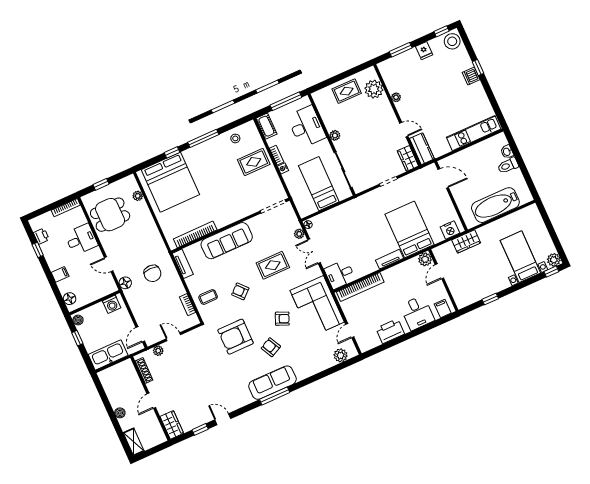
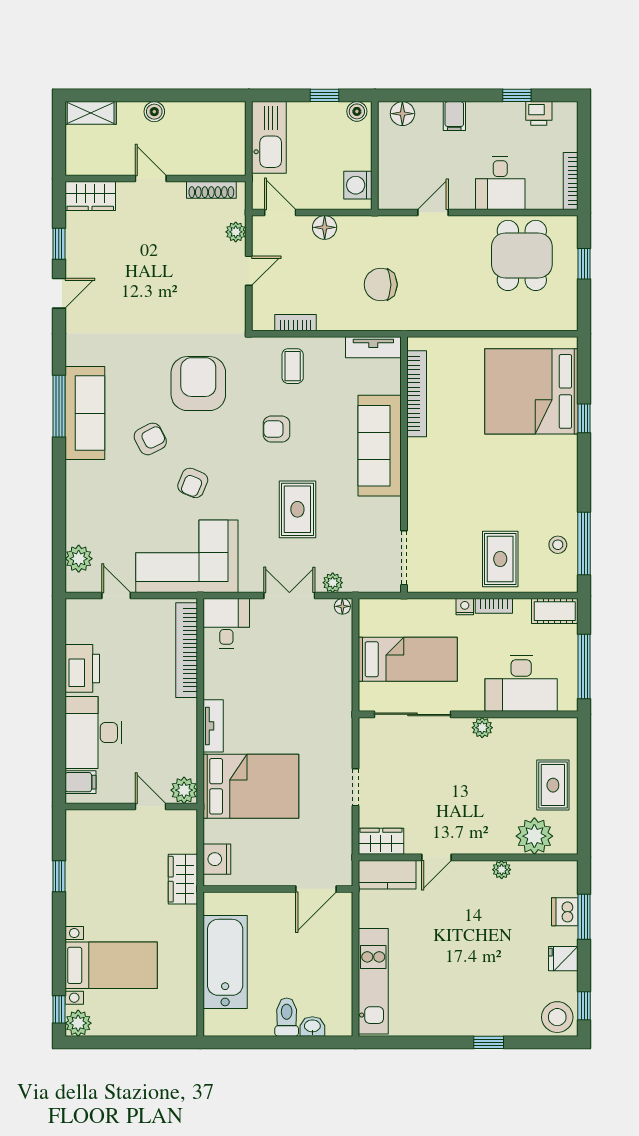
dishwasher: (471, 76) -> (565, 912), moved, turned -90
window: (203, 138) -> (584, 543), moved
plant: (138, 196) -> (533, 321), removed
floor lamp: (125, 283) -> (325, 227), moved
armchair: (240, 291) -> (276, 429), turned -138
desk: (417, 313) -> (93, 732), width x1.37

